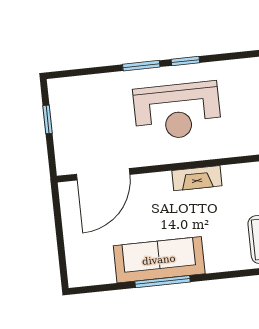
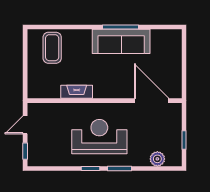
plant: (85, 86) -> (157, 159), added
door: (103, 174) -> (152, 101), hinge flipped
fireplace: (197, 178) -> (77, 92), moved

